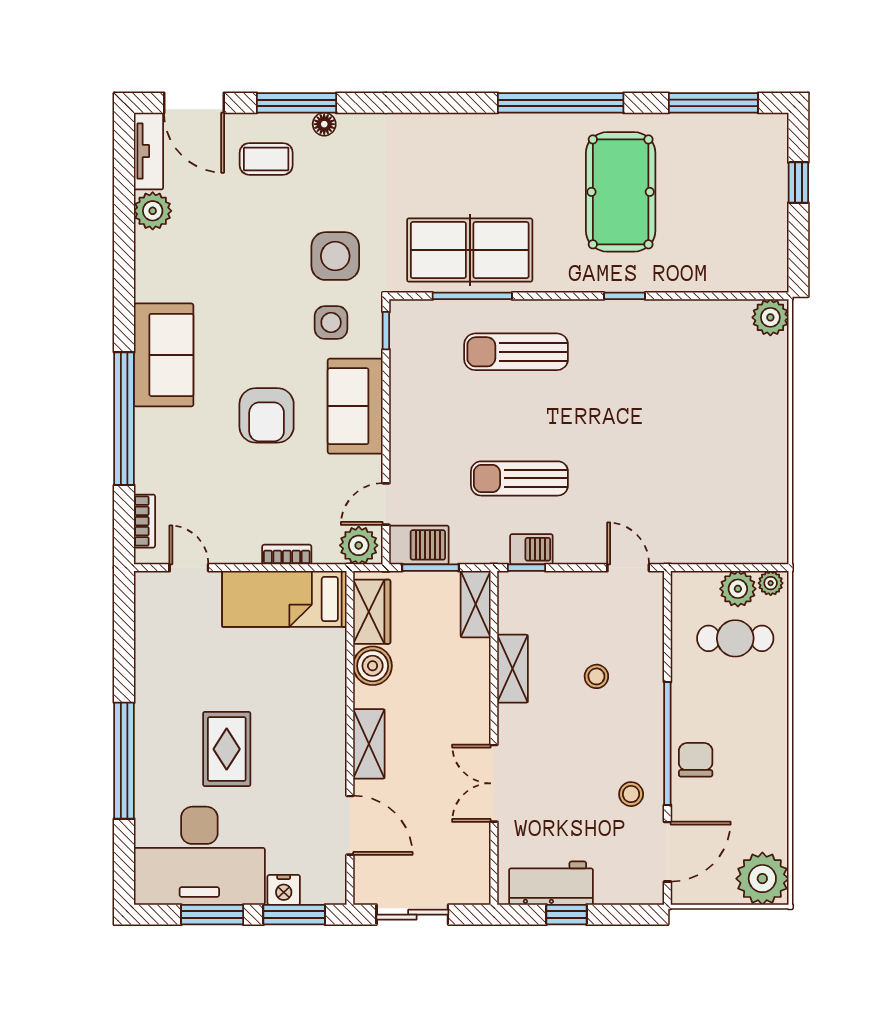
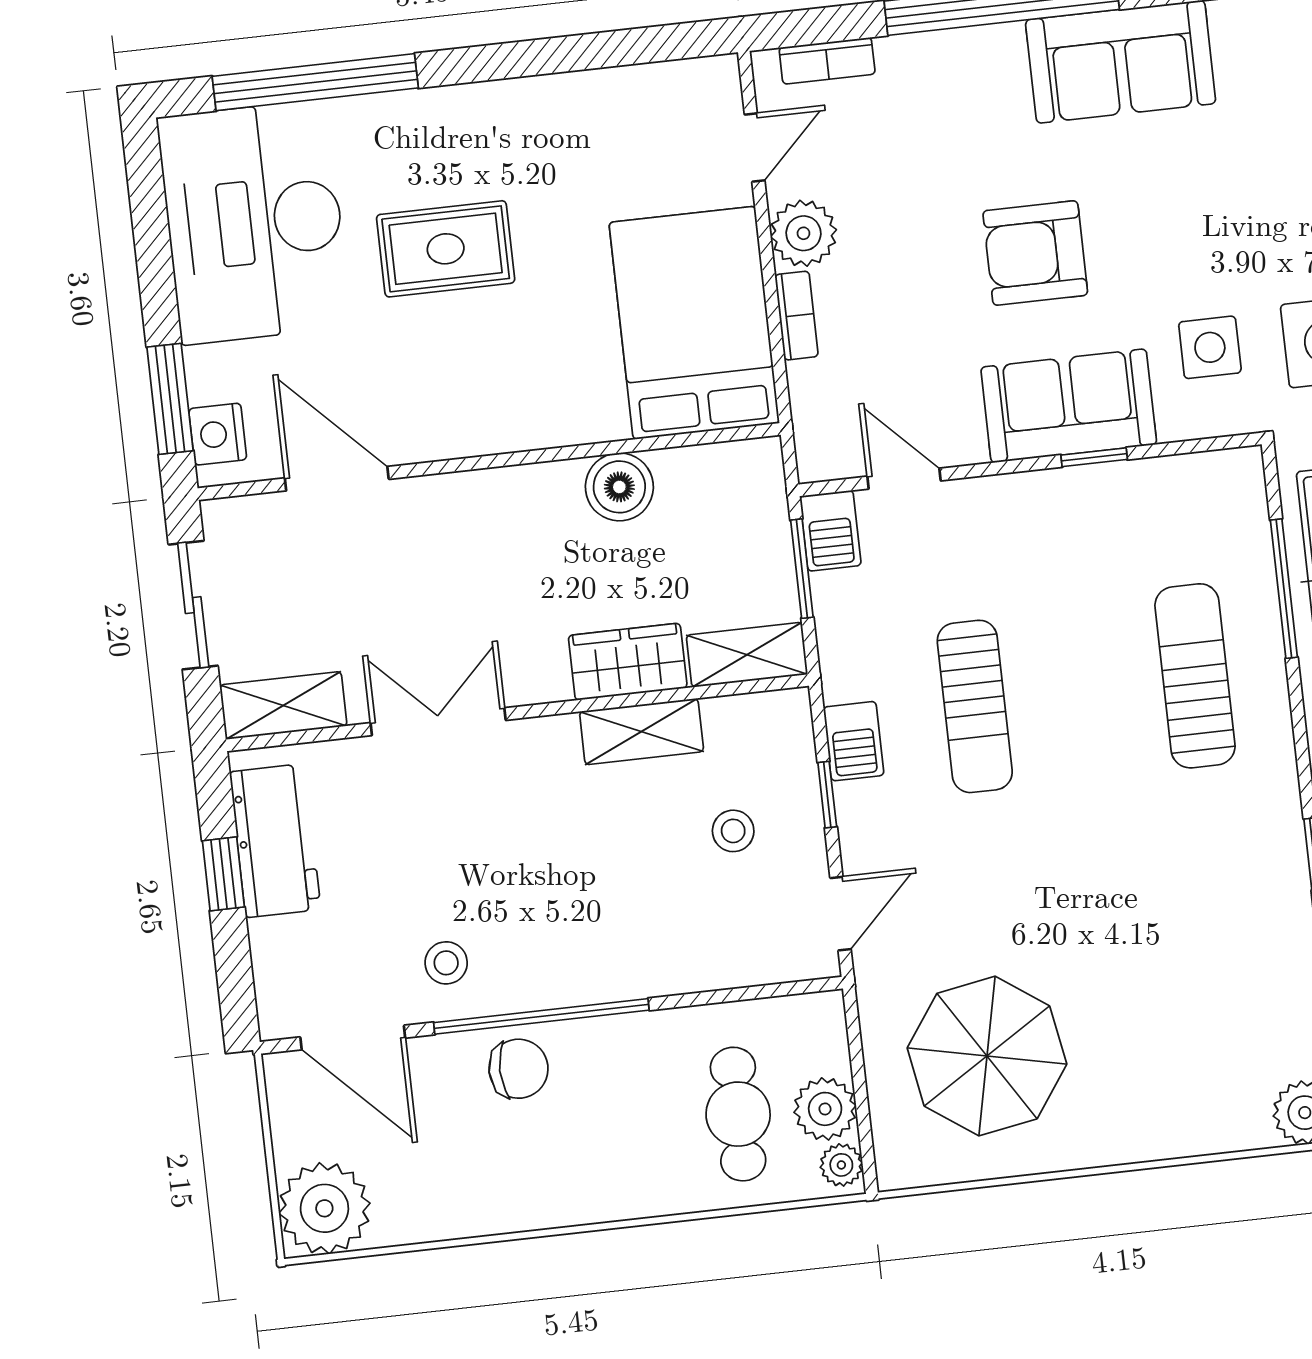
window: (386, 331) -> (1094, 457), moved
sun lounger: (519, 478) -> (975, 706), turned 180
parasol: (718, 494) -> (987, 1056), added
plant: (359, 545) -> (803, 233), moved
barbecue: (419, 545) -> (830, 531), width x0.73, depth x0.79
window: (527, 568) -> (827, 795), moved
bed: (284, 599) -> (694, 323), width x1.50
wardrobe: (372, 612) -> (628, 662), moved, turned 180
stool: (596, 676) -> (733, 831), moved
shelving: (369, 744) -> (283, 705), moved
window: (124, 761) -> (315, 82), moved
door: (350, 825) -> (337, 479), swing flipped
nightstand: (284, 890) -> (218, 434), moved
window: (212, 915) -> (154, 256), removed

